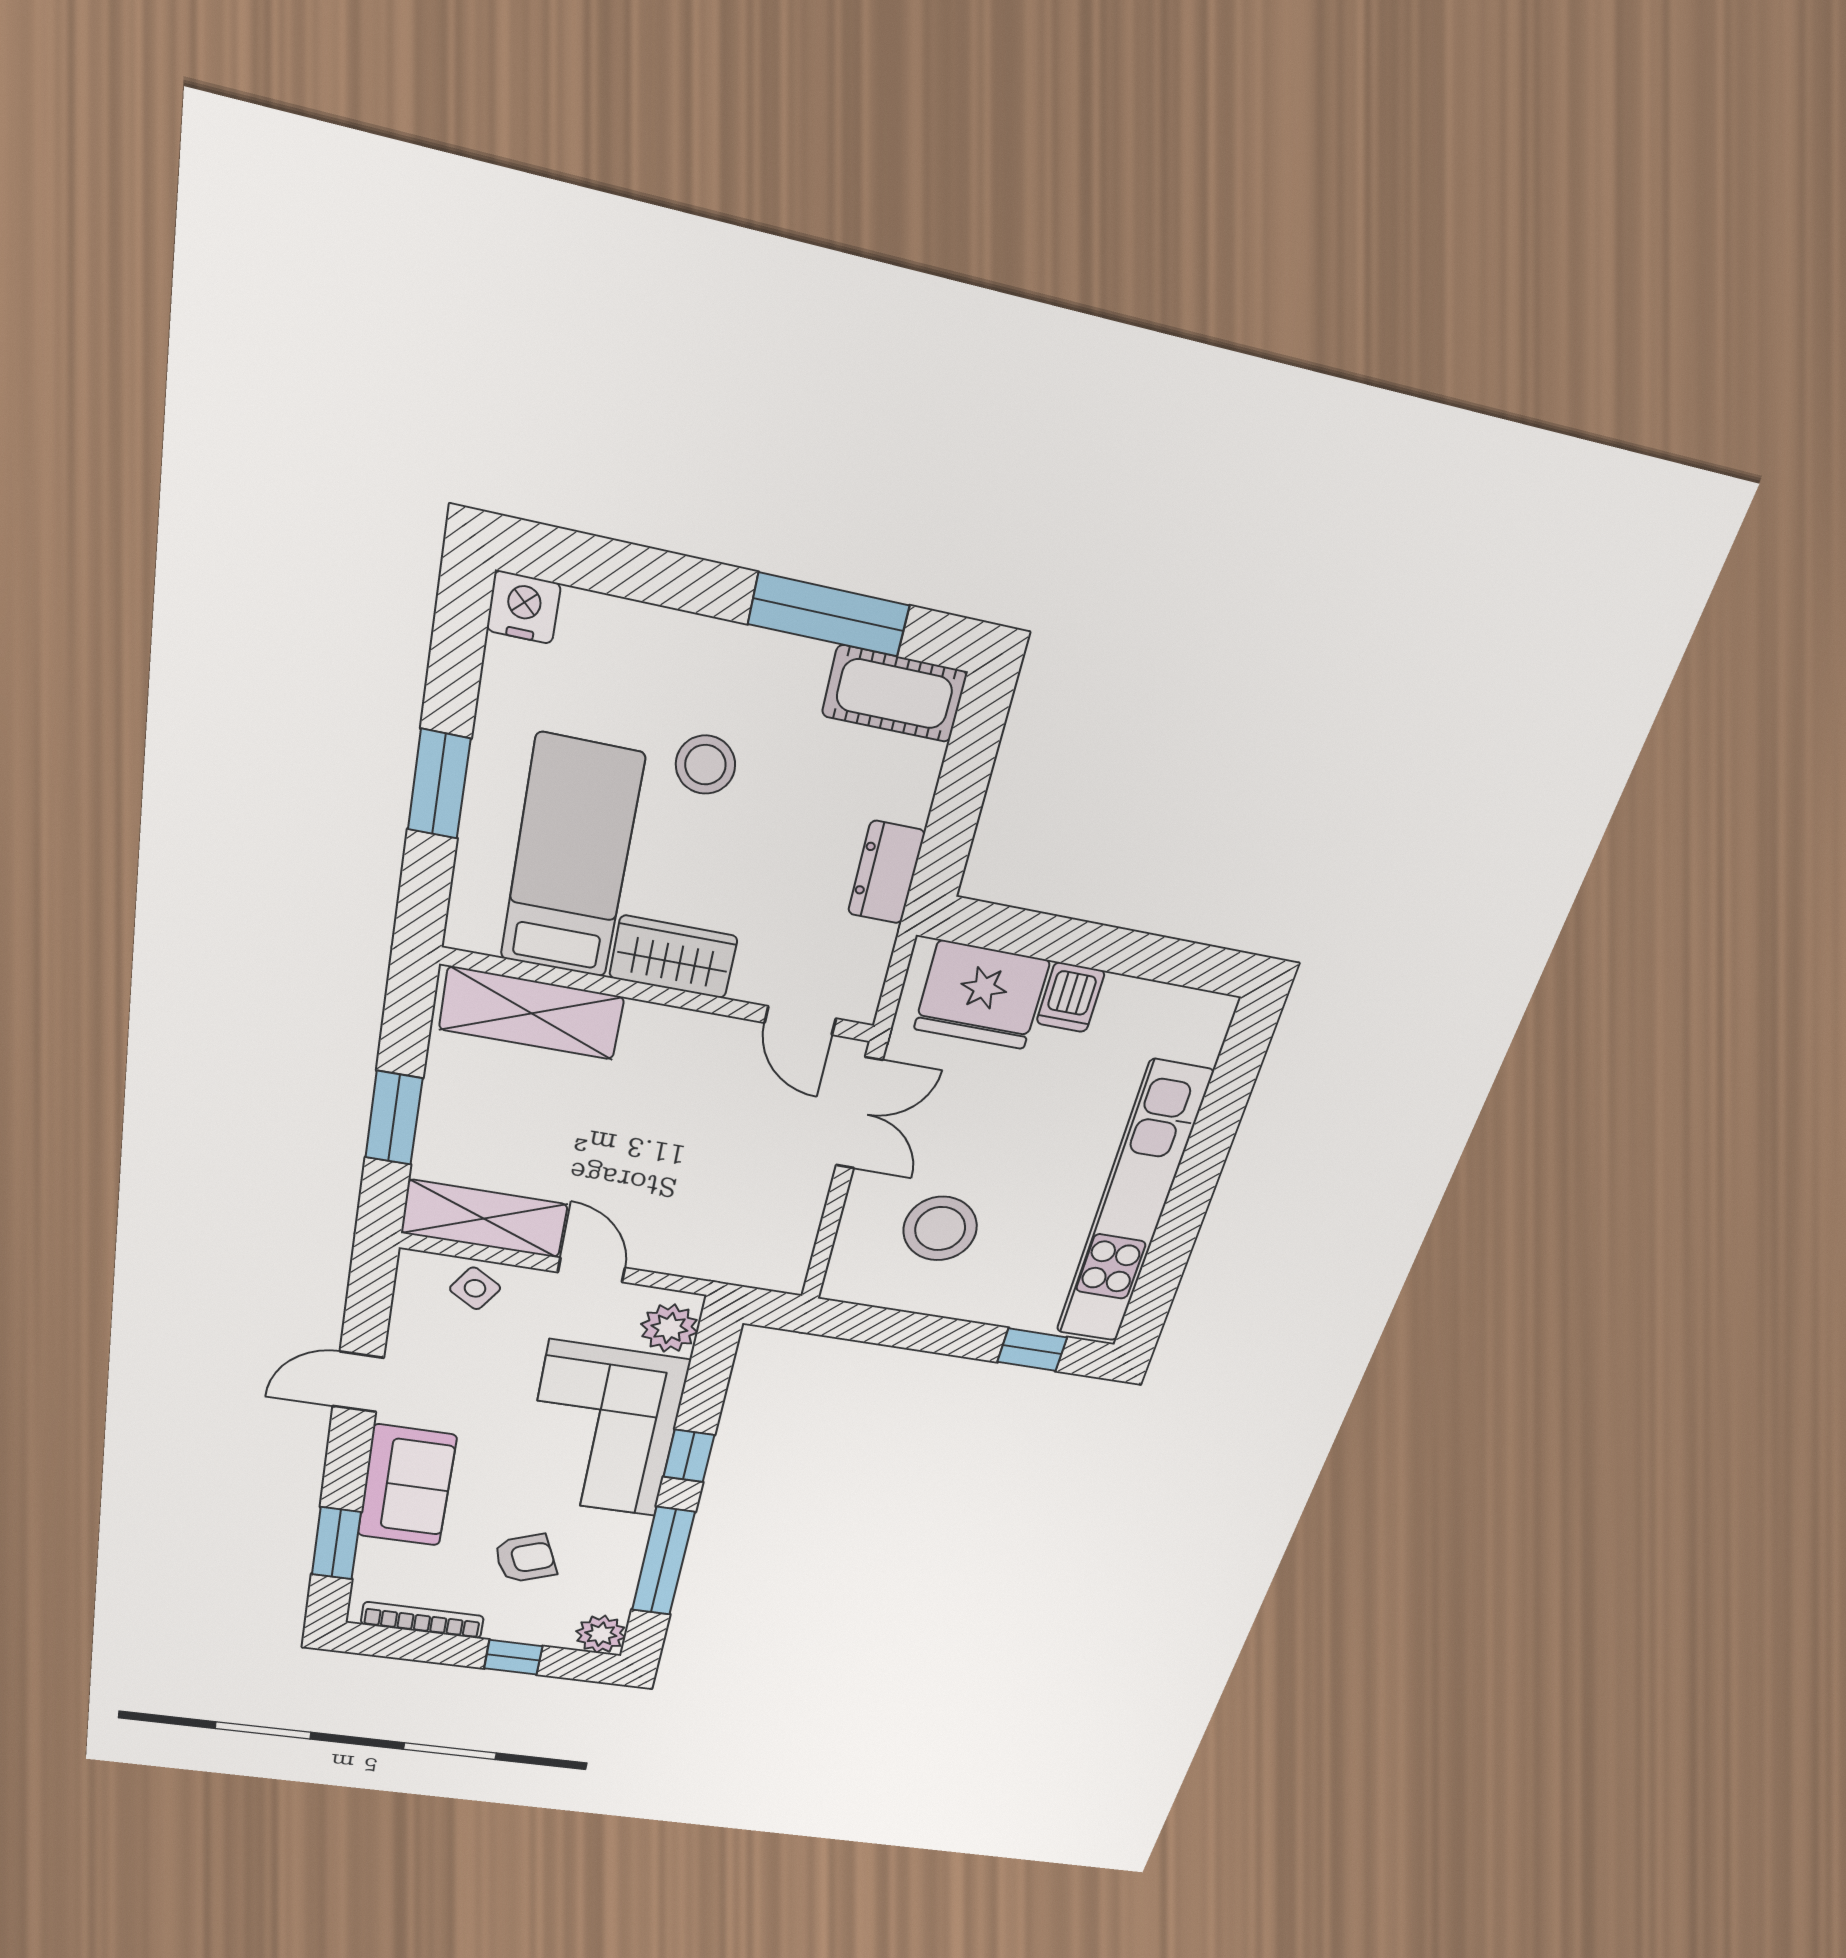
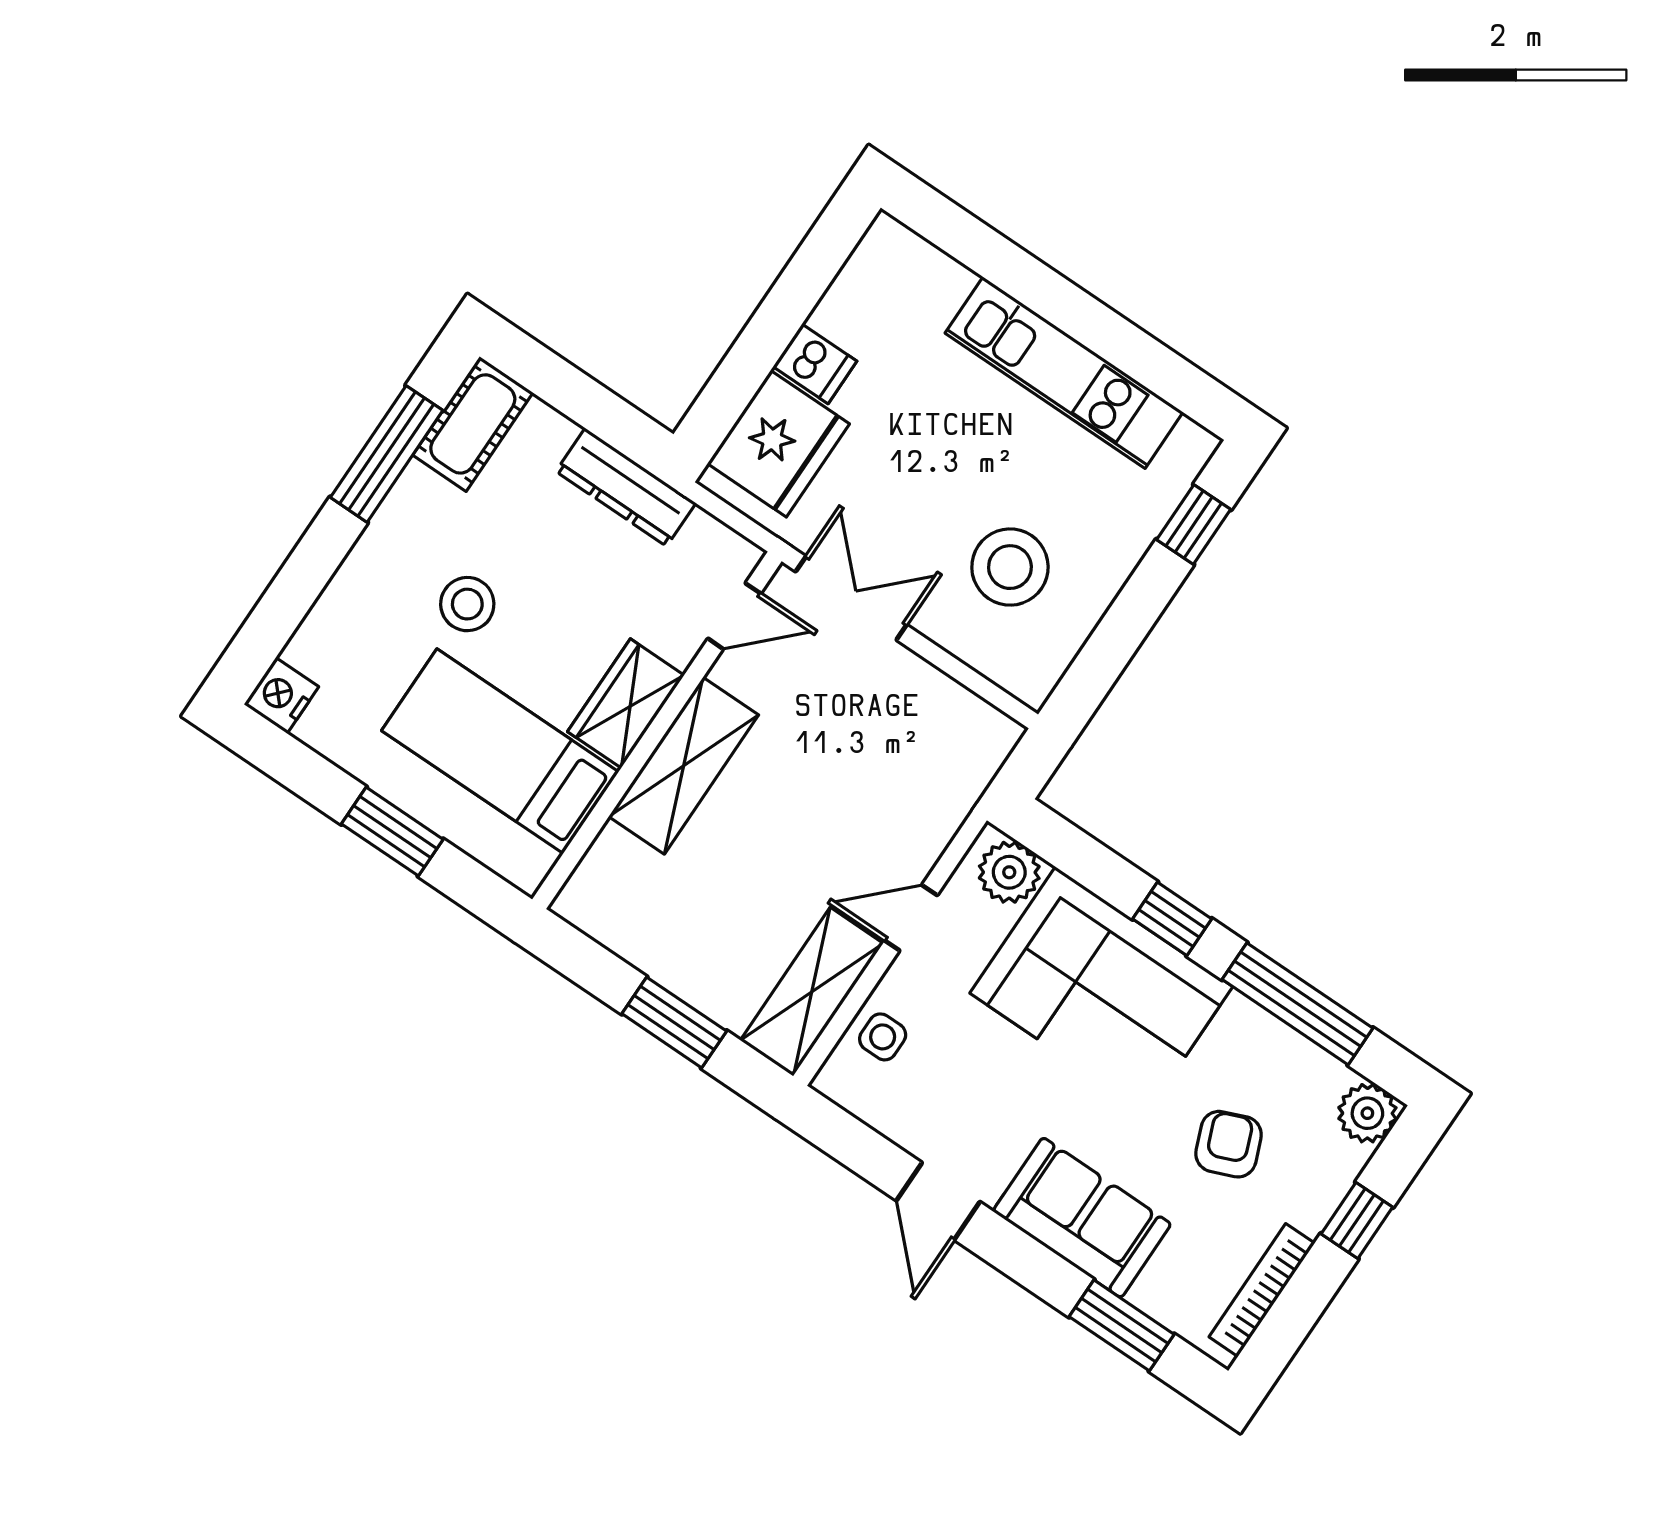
dresser: (886, 872) -> (626, 487), width x1.44
shelving: (532, 1013) -> (684, 766), moved
kitchen unit: (1133, 1205) -> (1064, 373), width x0.73
side table: (475, 1288) -> (883, 1037), turned -33

